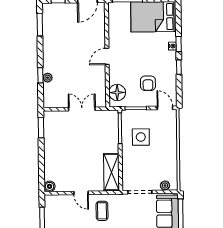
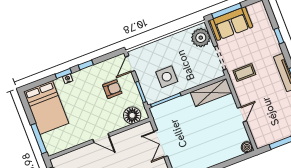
plant: (165, 185) -> (201, 38), width x1.88, depth x1.88
coffee table: (102, 211) -> (244, 73), moved

